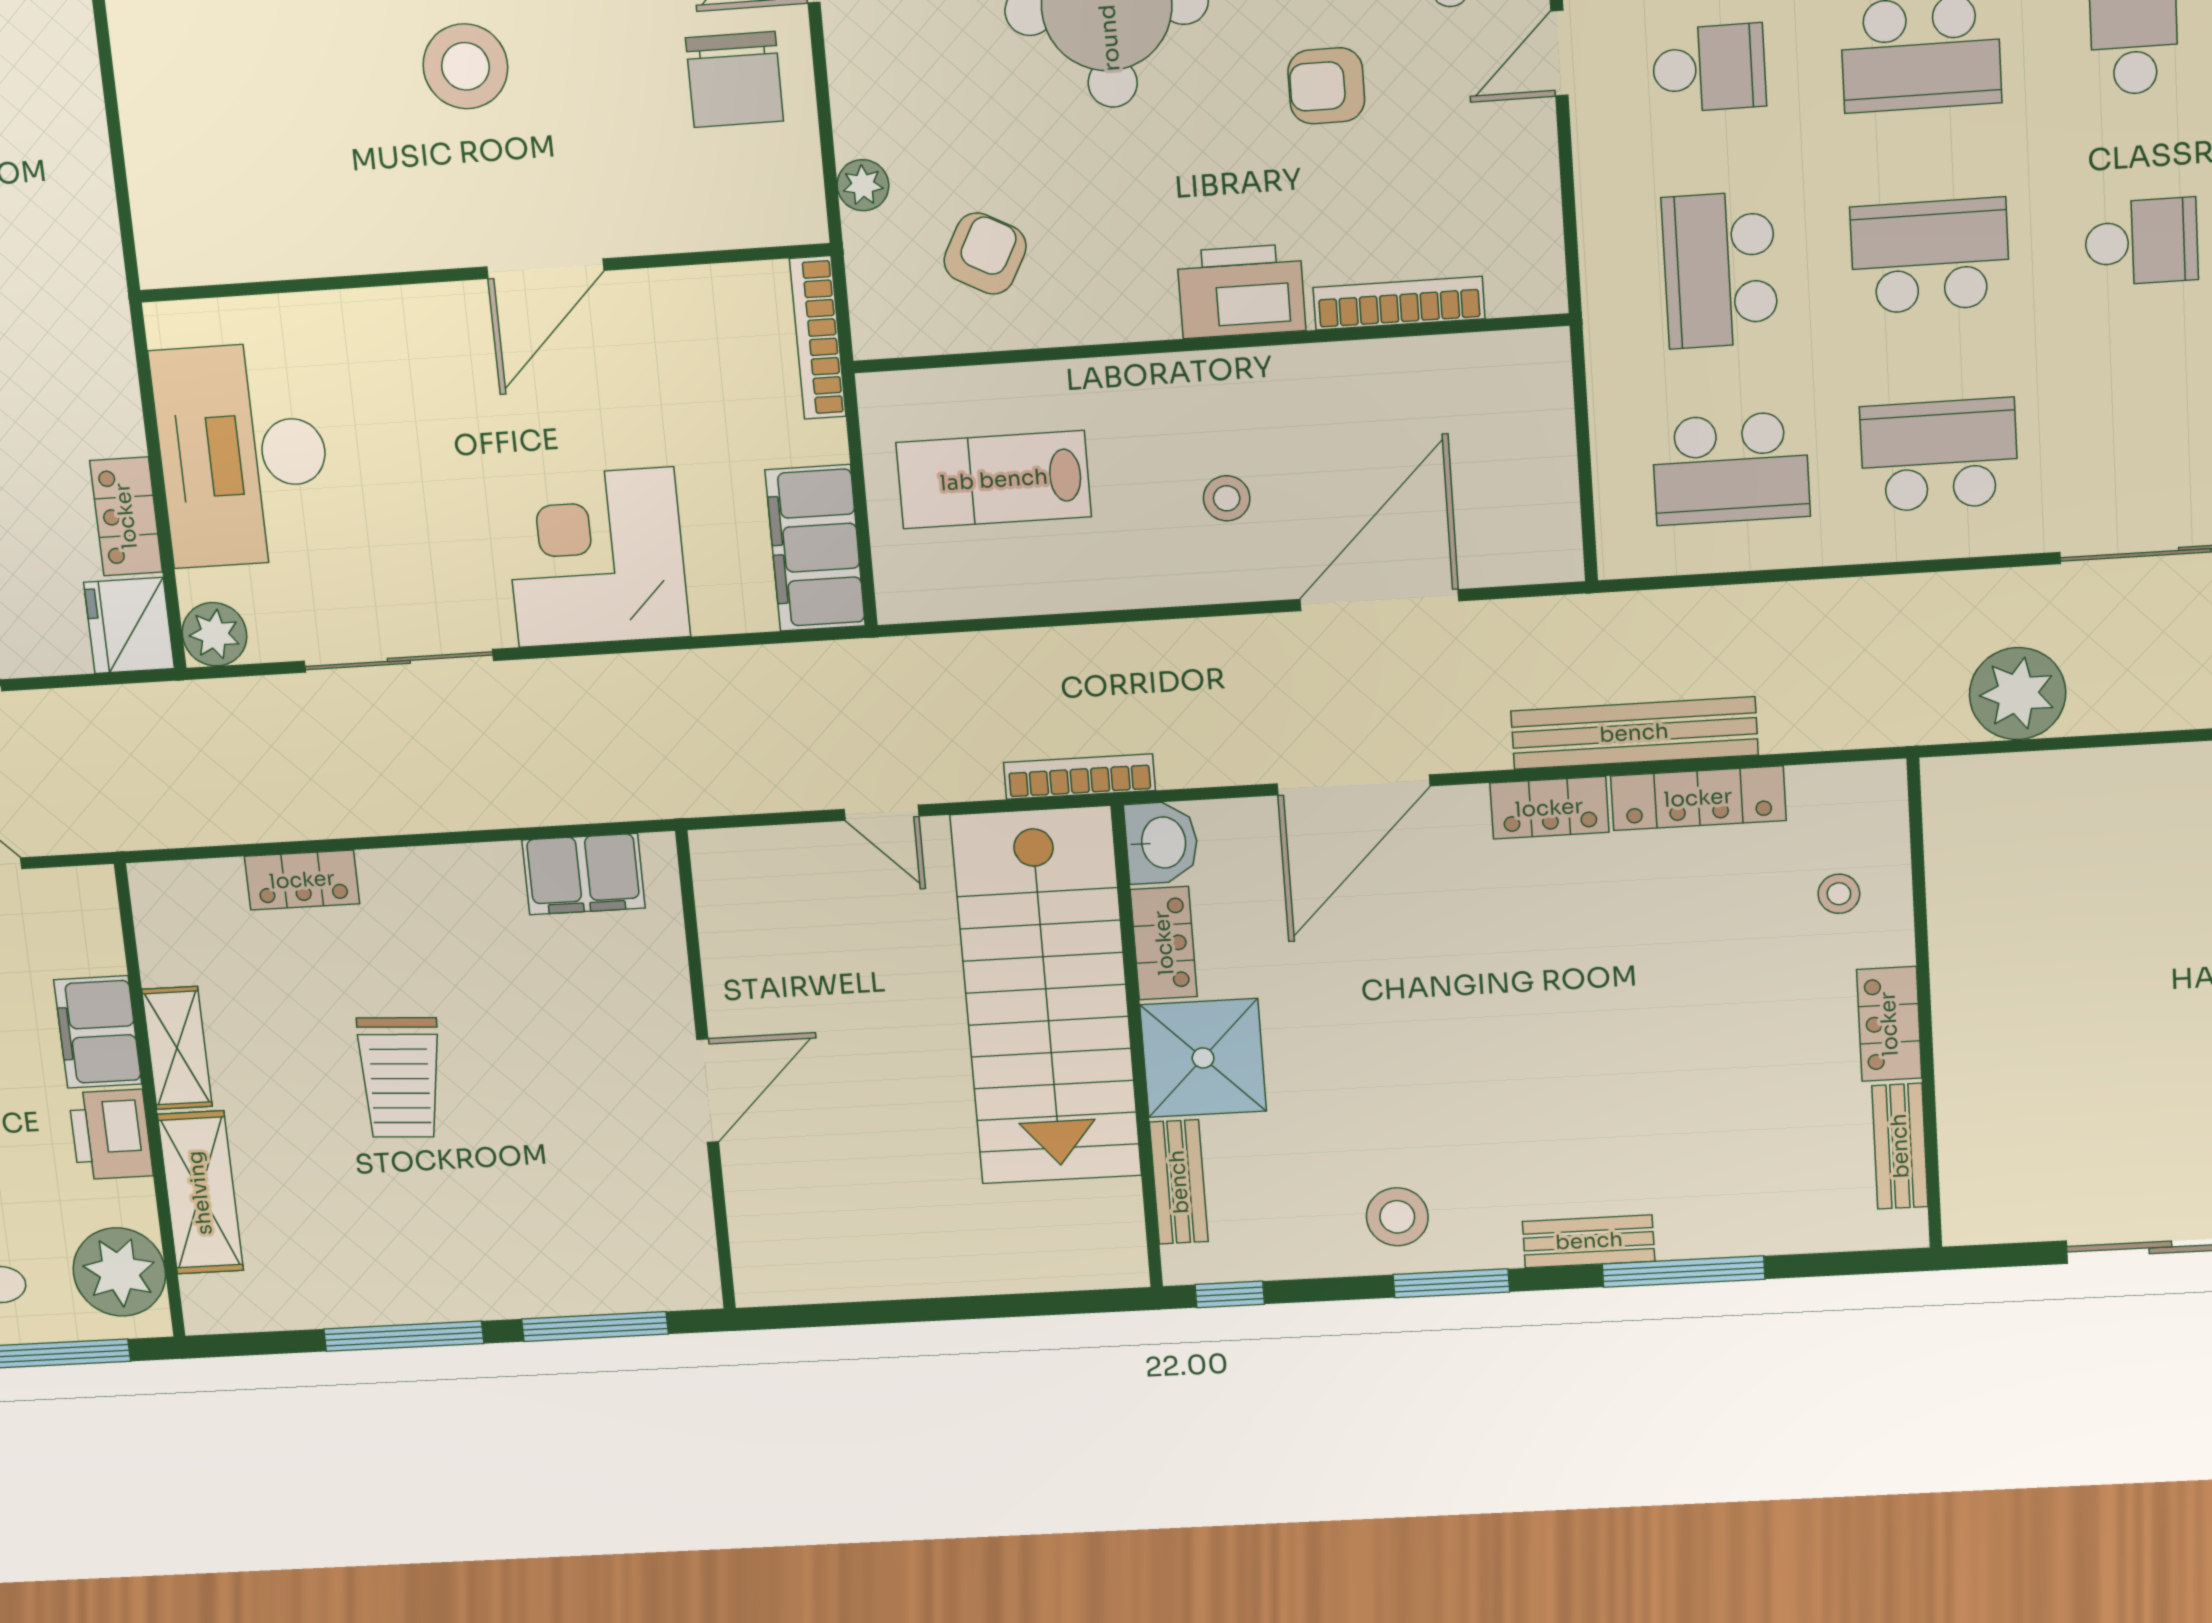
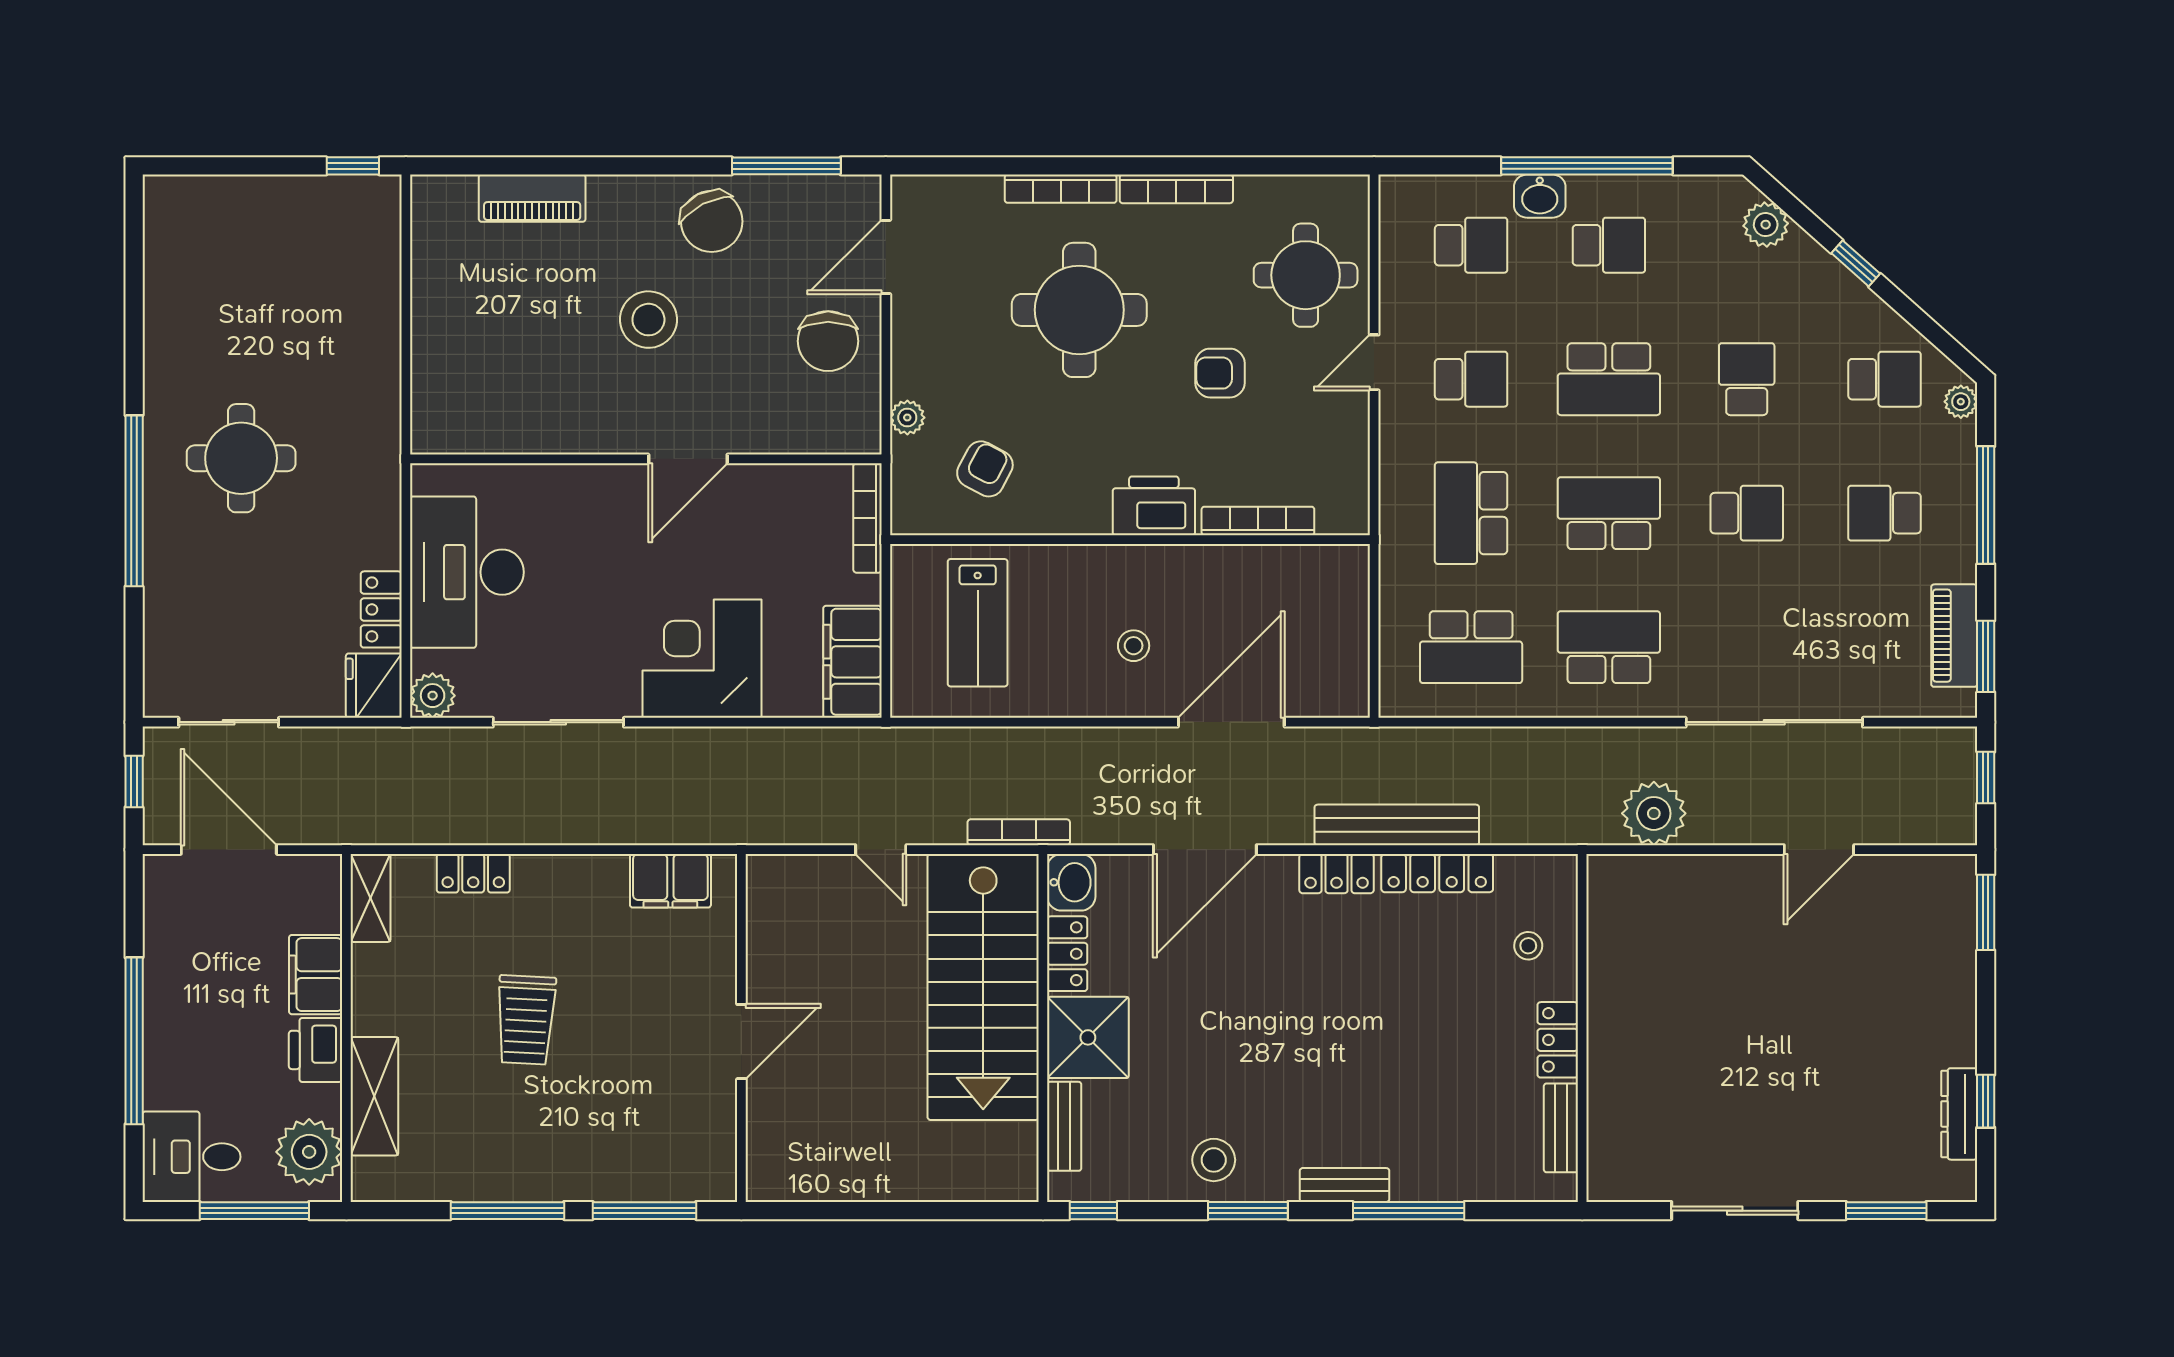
lab bench: (994, 480) -> (978, 623), turned -90
shelving: (177, 1048) -> (371, 898), moved

